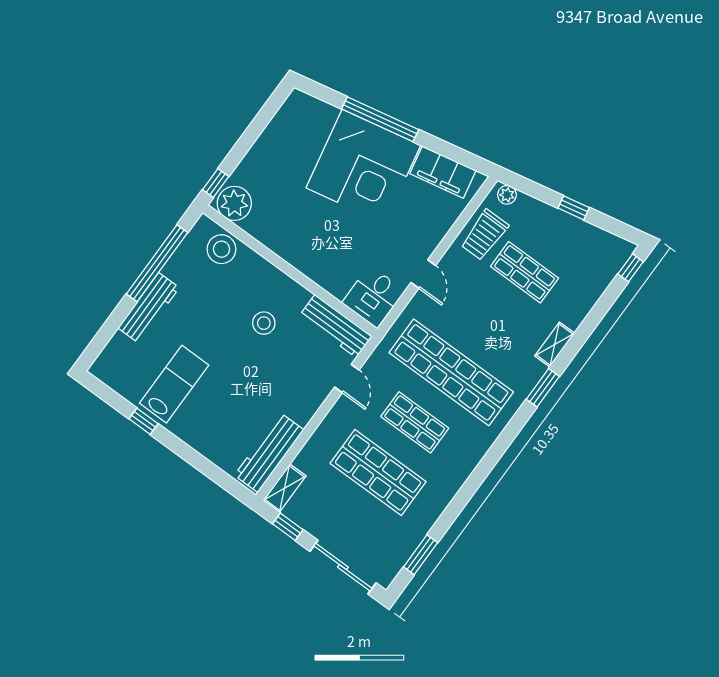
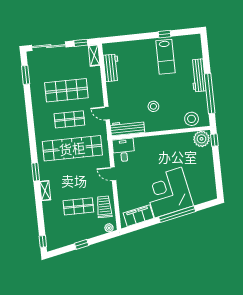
workbench: (269, 452) -> (111, 68), width x0.73

